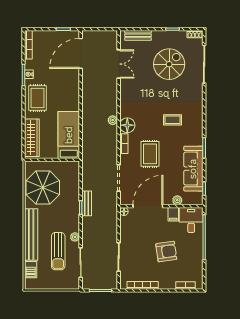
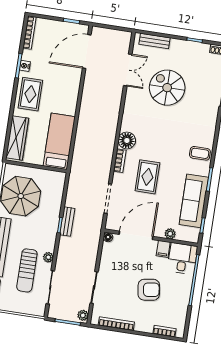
spiral stairs: (169, 64) -> (167, 88), moved, turned -90
plant: (113, 120) -> (83, 315), moved
coffee table: (173, 120) -> (200, 153), moved

